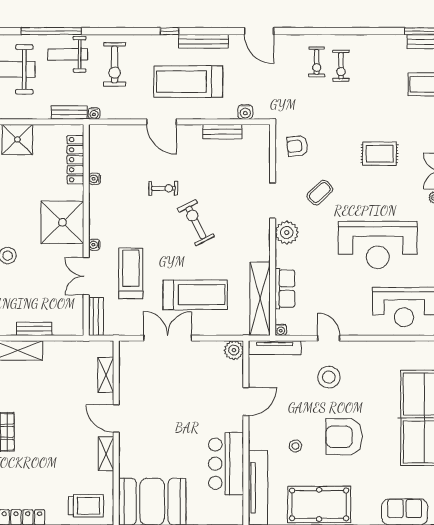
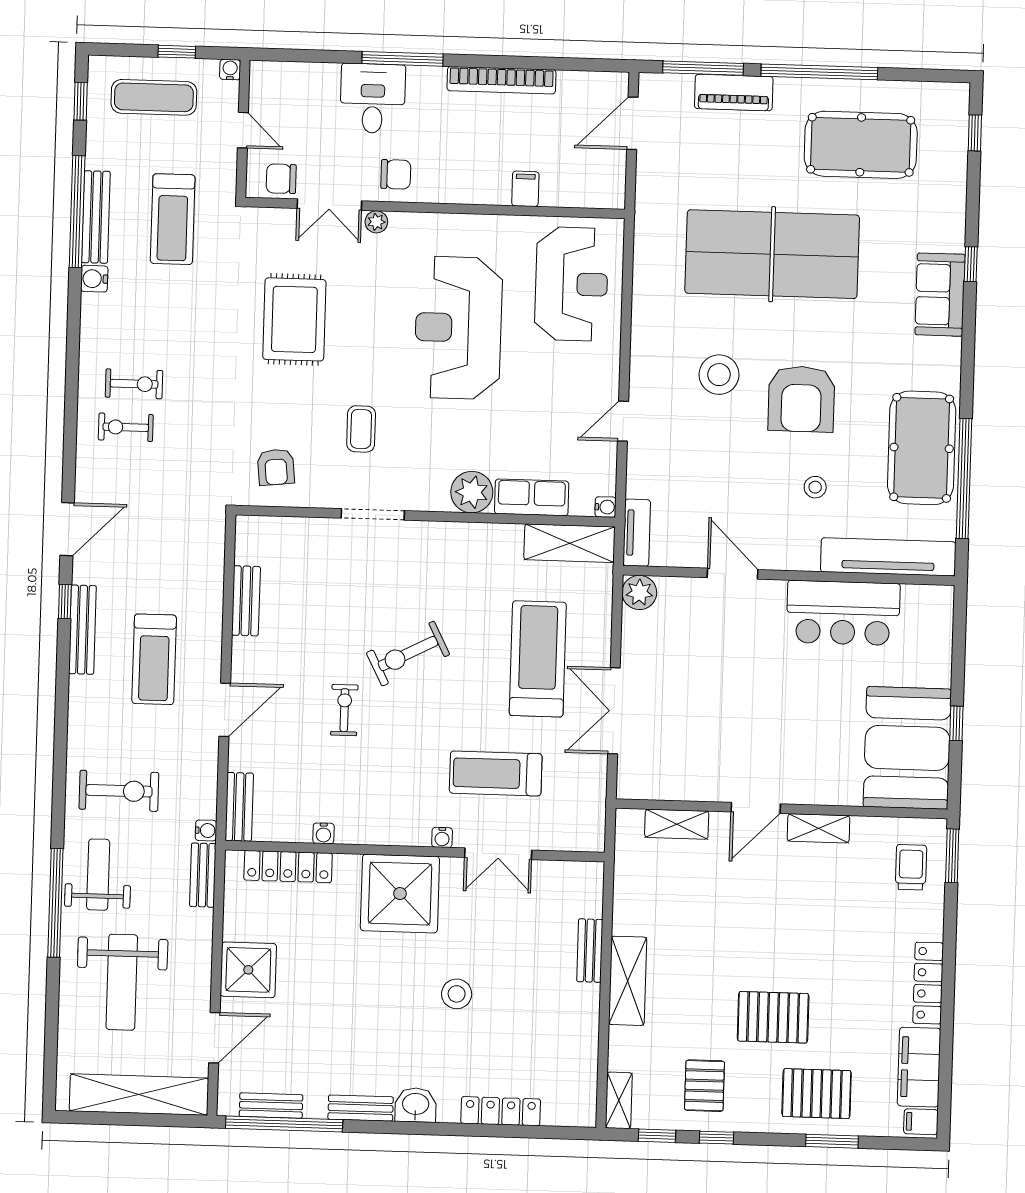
window: (170, 31) -> (65, 601), moved
weight bench: (68, 54) -> (98, 875), turned 180
exercise bike: (317, 62) -> (126, 427), turned 180
treadmill: (188, 82) -> (154, 659), width x0.73, depth x0.73
water cooler: (245, 112) -> (94, 279), moved, turned 180
rug: (380, 154) -> (294, 319), width x1.36, depth x1.43
coffee table: (320, 193) -> (361, 429), turned 43
plant: (287, 232) -> (472, 492), moved
reception desk: (378, 245) -> (458, 328), turned 180
shelving: (260, 299) -> (569, 543), width x0.68
bench: (96, 316) -> (239, 807), moved, turned 90
tv unit: (275, 348) -> (637, 533), width x0.71
stool: (329, 377) -> (719, 375), moved
trolley: (86, 506) -> (911, 867), width x0.73, depth x0.72

